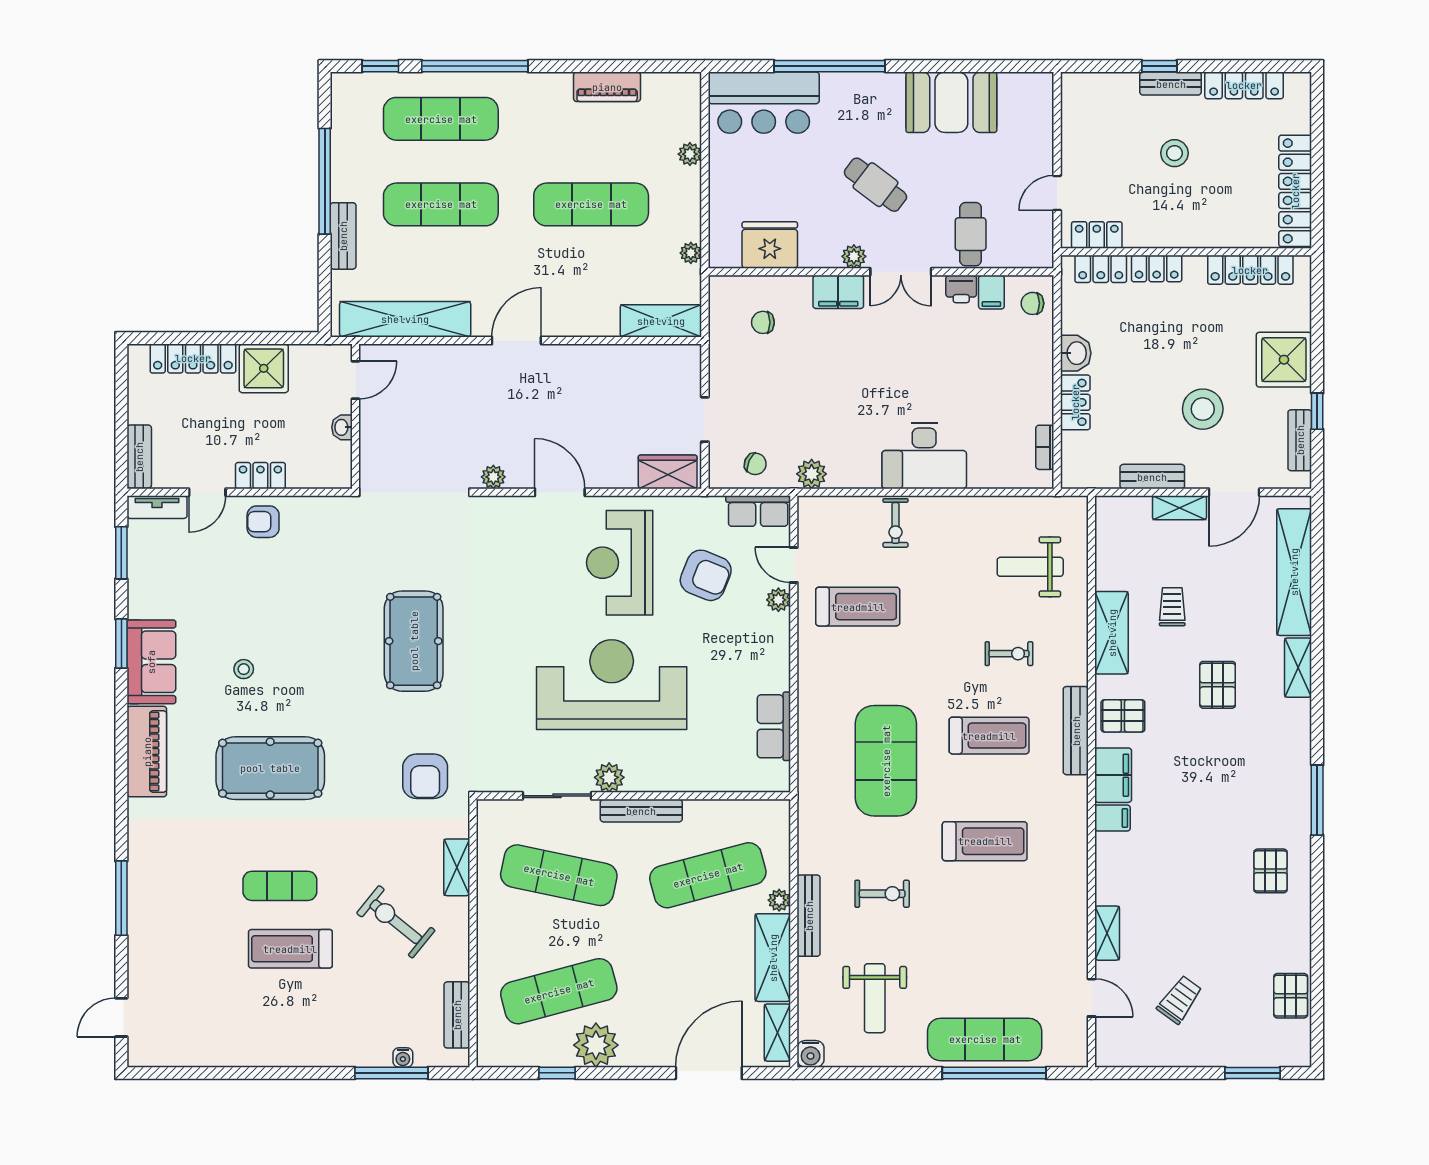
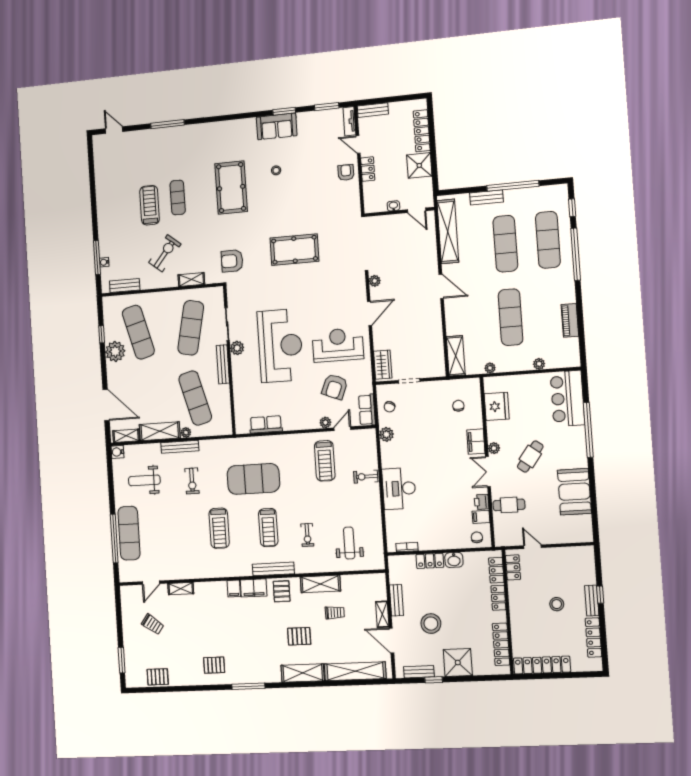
shelving: (1298, 668) -> (303, 673), width x1.50, depth x1.33
piano: (147, 752) -> (235, 129), removed

